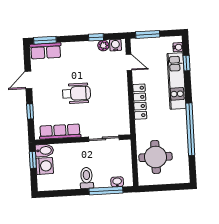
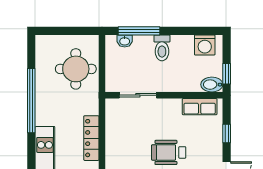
row of seats: (60, 132) -> (200, 107), width x0.68
washing machine: (45, 166) -> (205, 45), moved, turned -90

